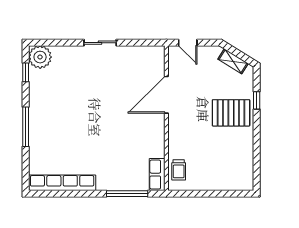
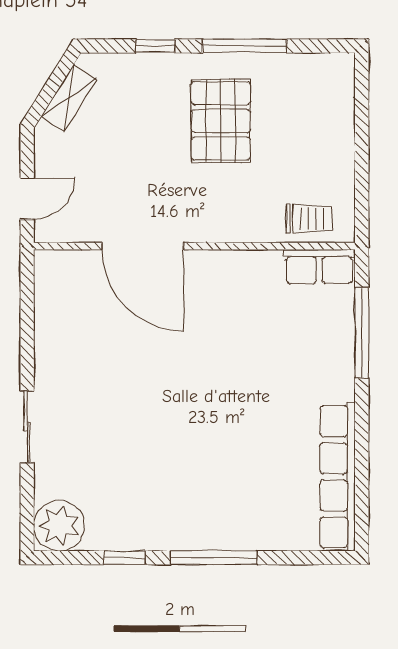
sliding door: (100, 43) -> (27, 427), moved
window: (26, 72) -> (124, 558), moved
pallet: (231, 113) -> (221, 121), moved
window: (257, 141) -> (244, 46), added

